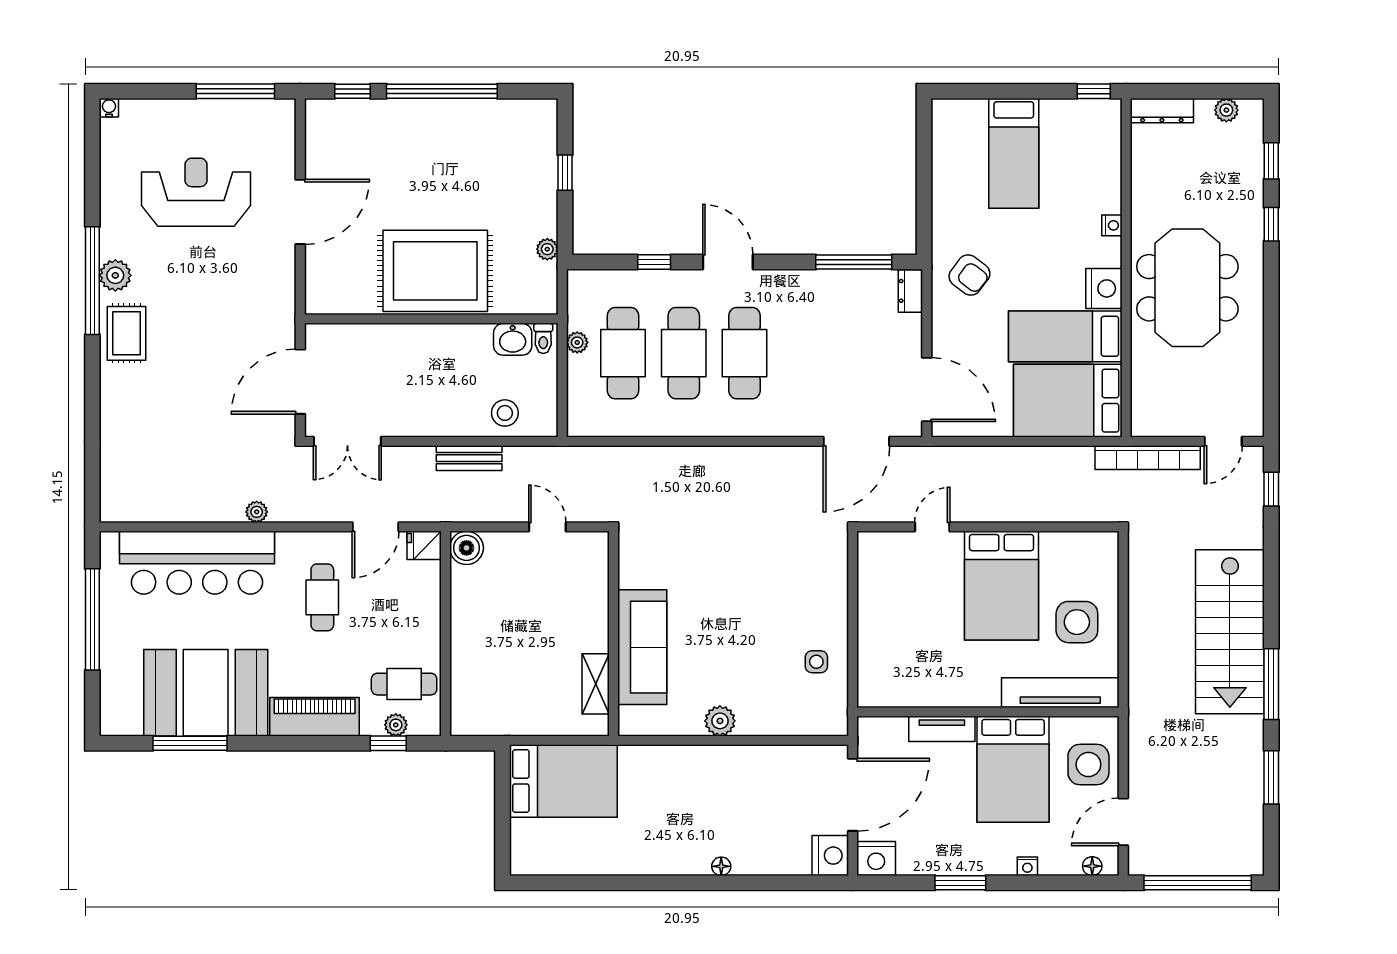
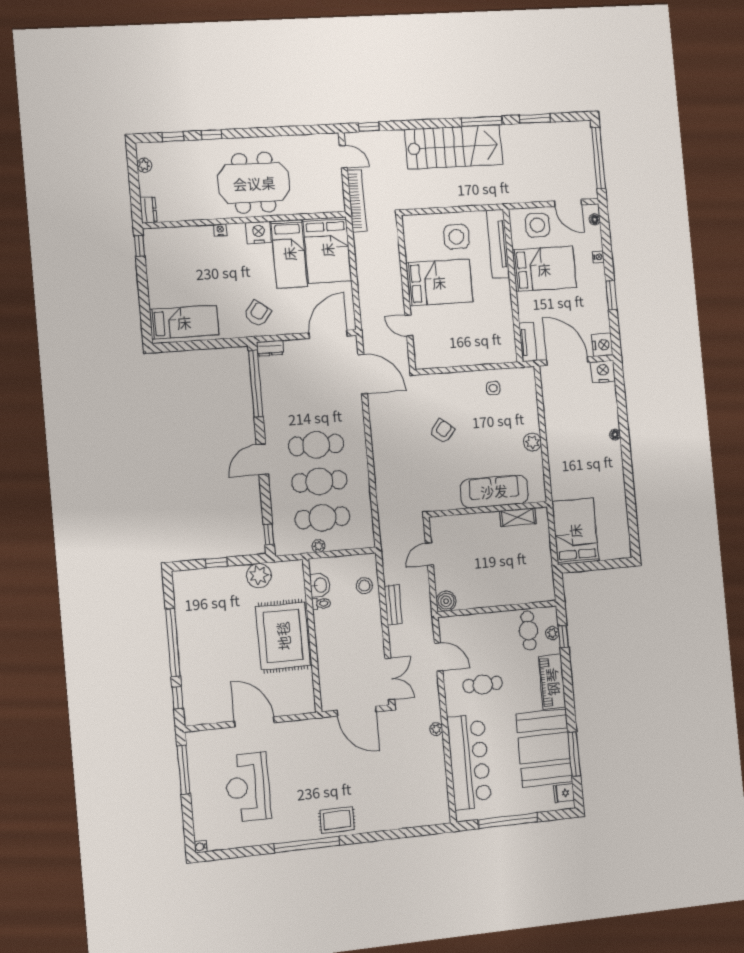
dresser: (1162, 111) -> (148, 210), width x0.70
bed: (1014, 153) -> (184, 322), moved
plant: (547, 249) -> (259, 575), width x1.88, depth x1.88
window: (654, 262) -> (269, 534), moved
window: (854, 262) -> (256, 383), width x1.46
plant: (115, 275) -> (303, 831), removed
toilet: (543, 338) -> (321, 604), moved
fridge: (424, 545) -> (564, 793), moved, turned 90
armchair: (751, 568) -> (442, 431), added
tv unit: (942, 729) -> (528, 342), moved

